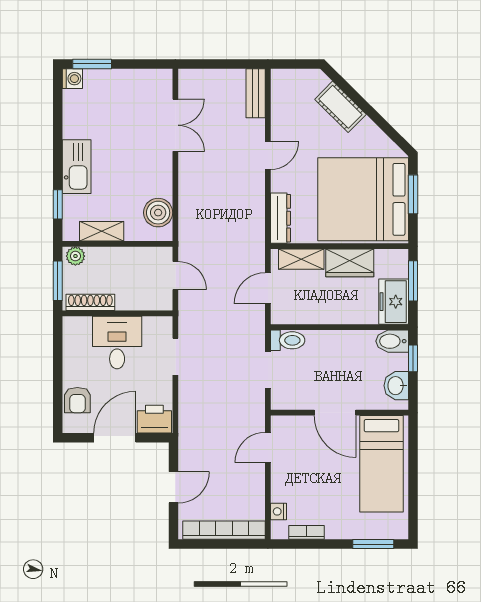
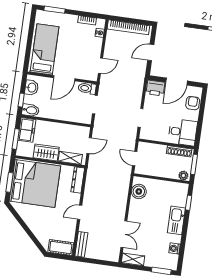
washing machine: (72, 79) -> (175, 248), moved
cot: (340, 107) -> (61, 248), moved, turned -45
double door: (175, 125) -> (124, 234), swing flipped
shelving: (102, 231) -> (133, 259), moved
toilet: (288, 340) -> (87, 88), moved
desk: (117, 343) -> (183, 132), moved, turned -90
door: (335, 413) -> (64, 78), swing flipped

